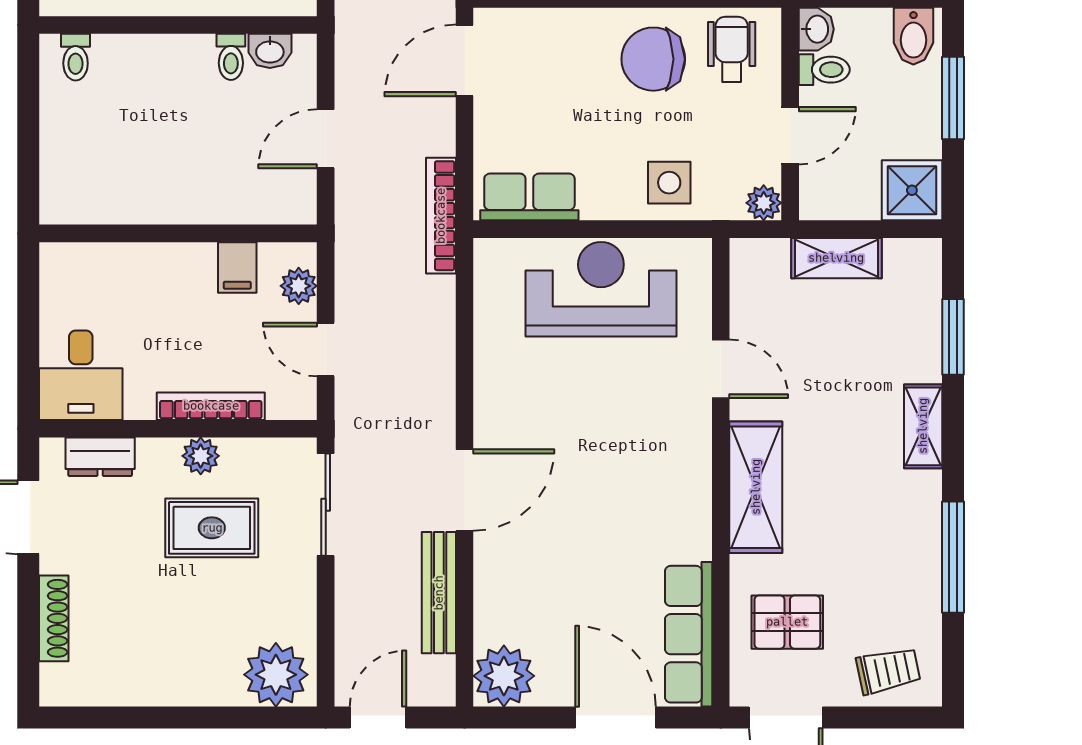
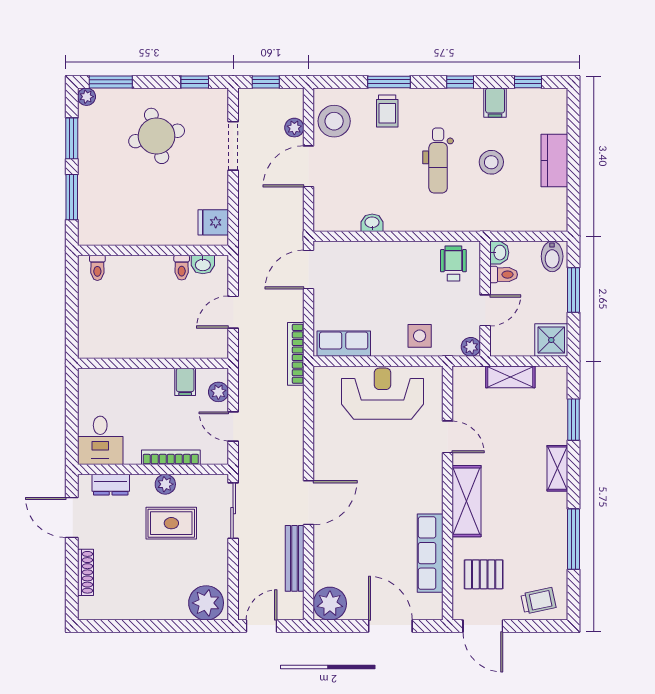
chair: (653, 59) -> (411, 269), removed
row of seats: (689, 634) -> (430, 553), moved

